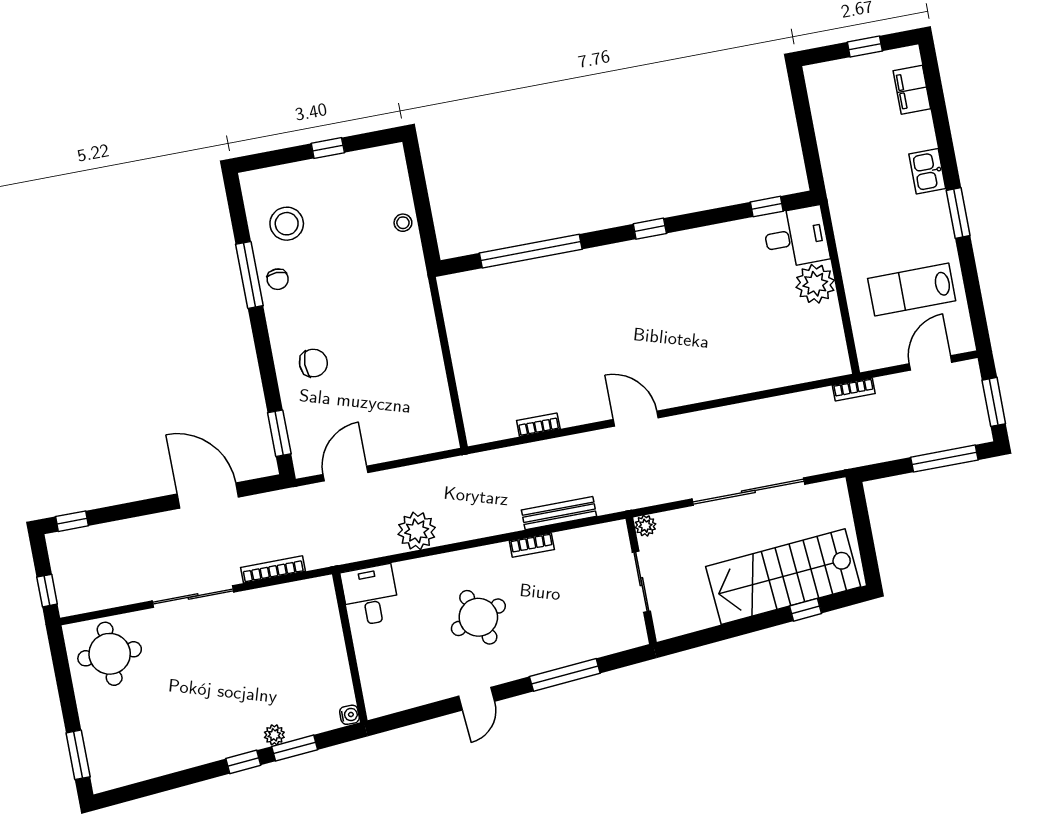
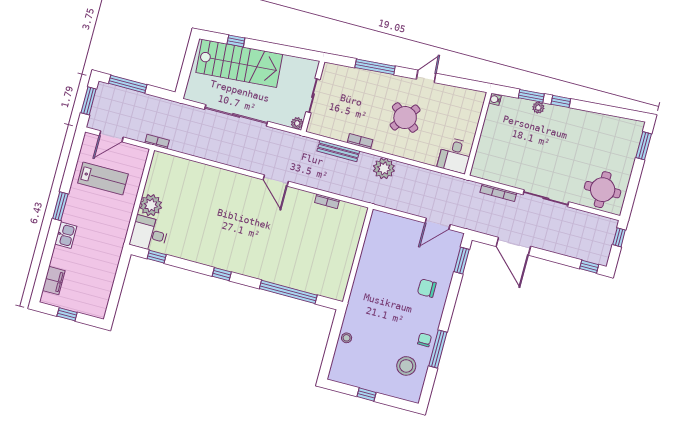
plant: (417, 531) -> (384, 168), moved
round table: (478, 617) -> (405, 118), turned -34

